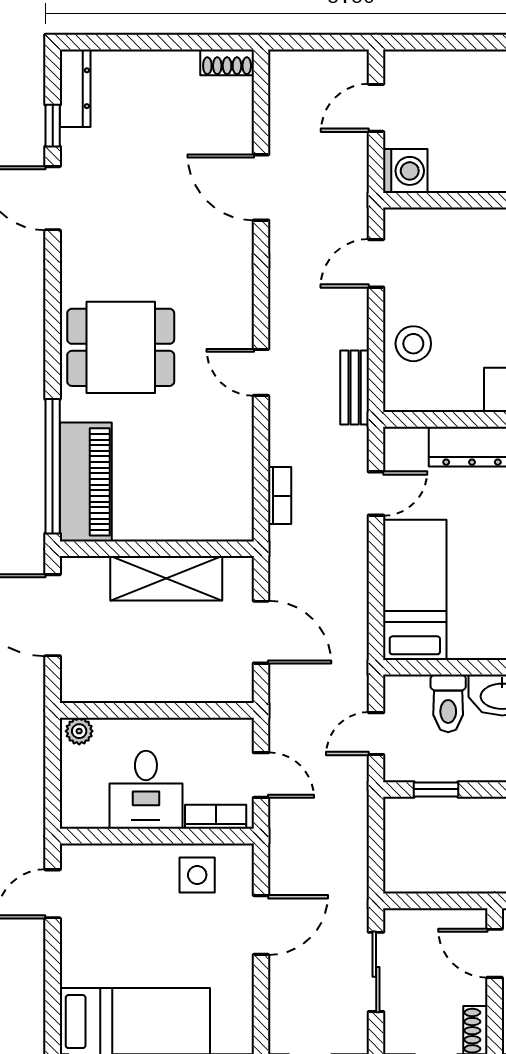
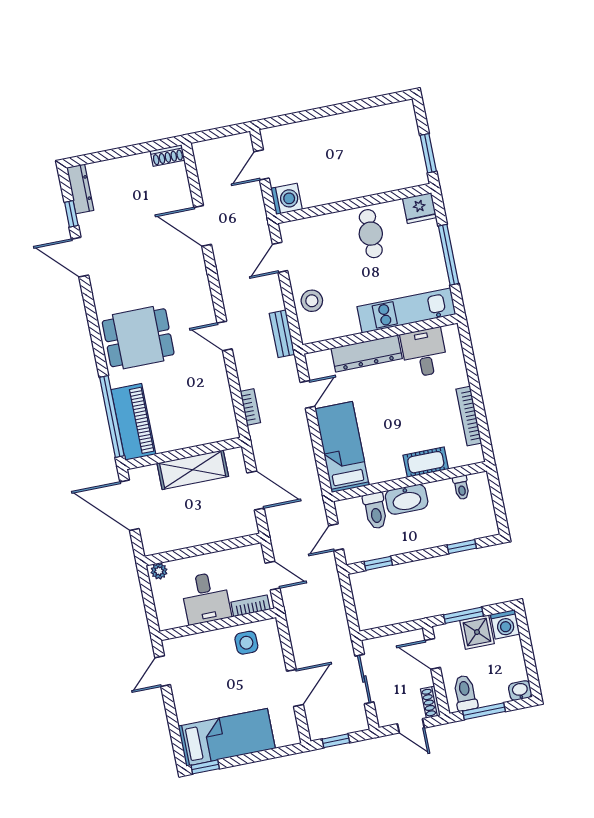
door: (261, 925) -> (295, 688), moved

